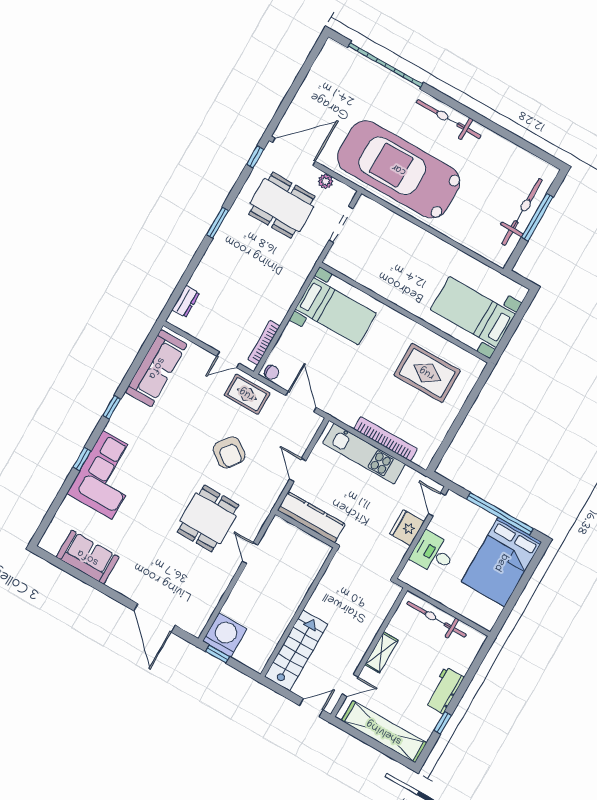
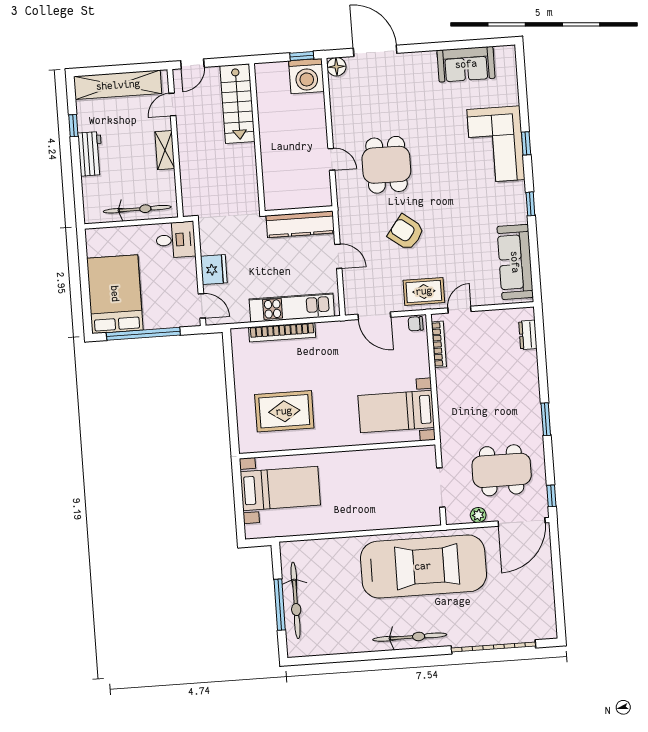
desk: (433, 553) -> (176, 240), moved
floor lamp: (195, 626) -> (336, 67), added

